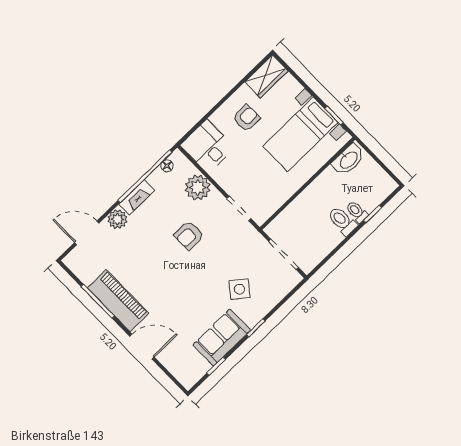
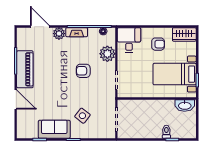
toilet: (342, 221) -> (156, 130), removed

